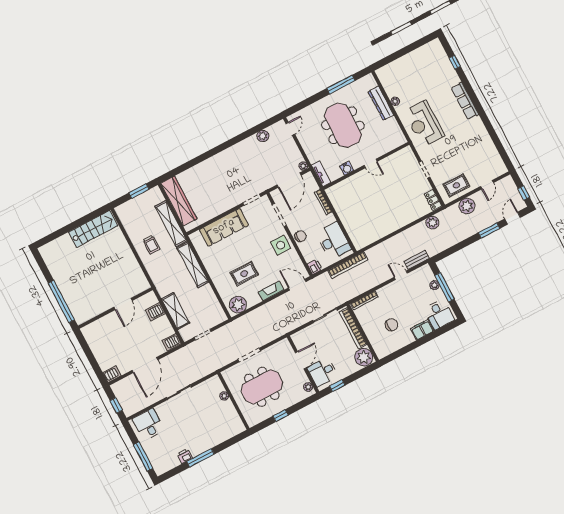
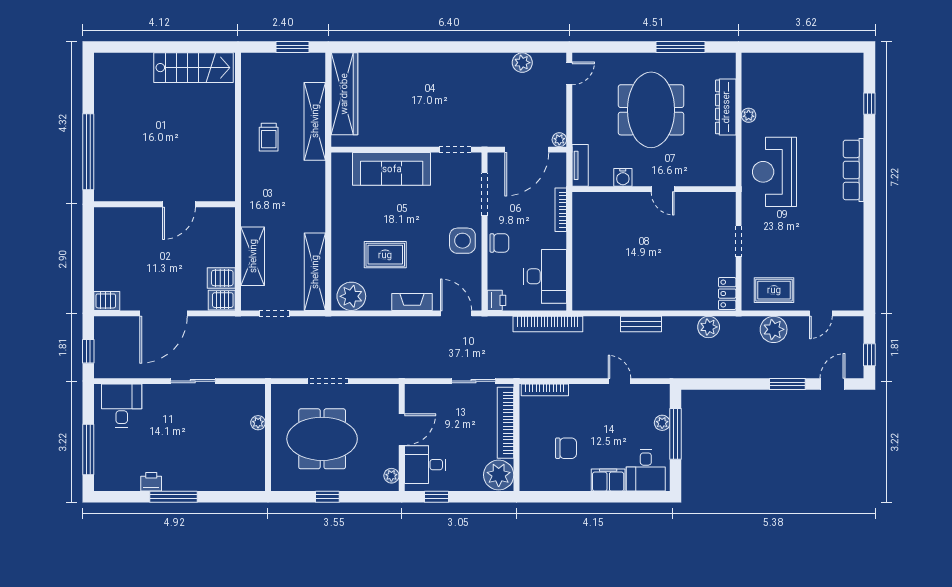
bench: (417, 260) -> (641, 324), moved
shelving: (193, 265) -> (315, 272), moved
server rack: (155, 312) -> (221, 278), moved

